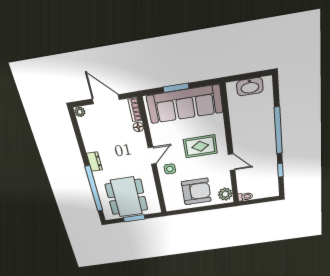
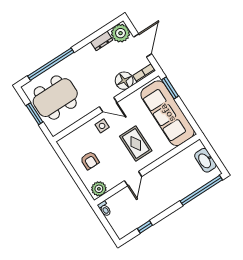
window: (176, 88) -> (170, 88), moved
plant: (80, 112) -> (120, 33), width x1.88, depth x1.88
floor lamp: (138, 127) -> (124, 81), width x1.89, depth x1.89
window: (278, 131) -> (201, 190), moved
dresser: (94, 162) -> (102, 41), moved
armchair: (196, 191) -> (90, 160), width x0.53, depth x0.53

